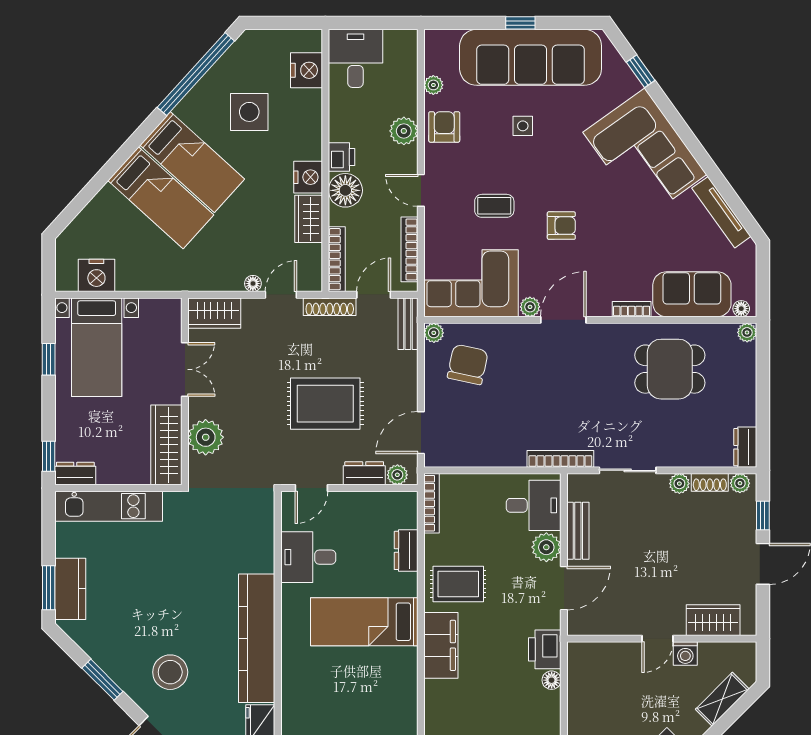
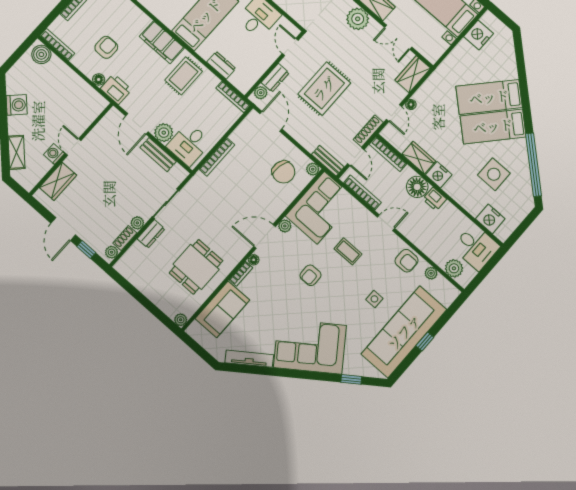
plant: (404, 131) -> (454, 268), moved
coffee table: (494, 206) -> (348, 251), turned 90
floor lamp: (741, 309) -> (254, 260), moved
door: (563, 320) -> (265, 236), swing flipped
dresser: (745, 447) -> (151, 234), moved, turned 90
bookcase: (560, 459) -> (217, 157), moved
armchair: (505, 705) -> (106, 47), added

